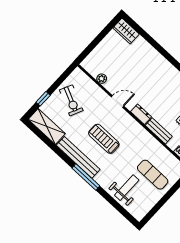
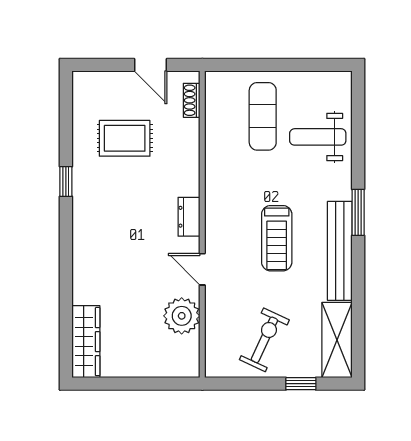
wardrobe: (126, 31) -> (86, 342), width x1.50
plant: (102, 79) -> (182, 316), width x1.87, depth x1.87
bench: (159, 131) -> (189, 168), removed
window: (86, 177) -> (358, 212), width x0.69

